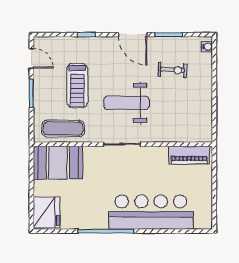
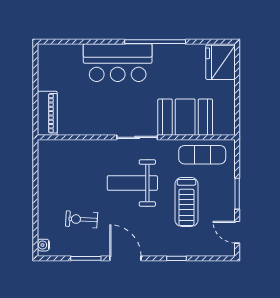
treadmill: (77, 86) -> (186, 202), turned 180
weight bench: (126, 103) -> (132, 183), turned 180
piano: (189, 155) -> (47, 113), moved, turned 90
booth: (58, 163) -> (185, 117), moved
bar counter: (151, 212) -> (118, 63), width x0.73

